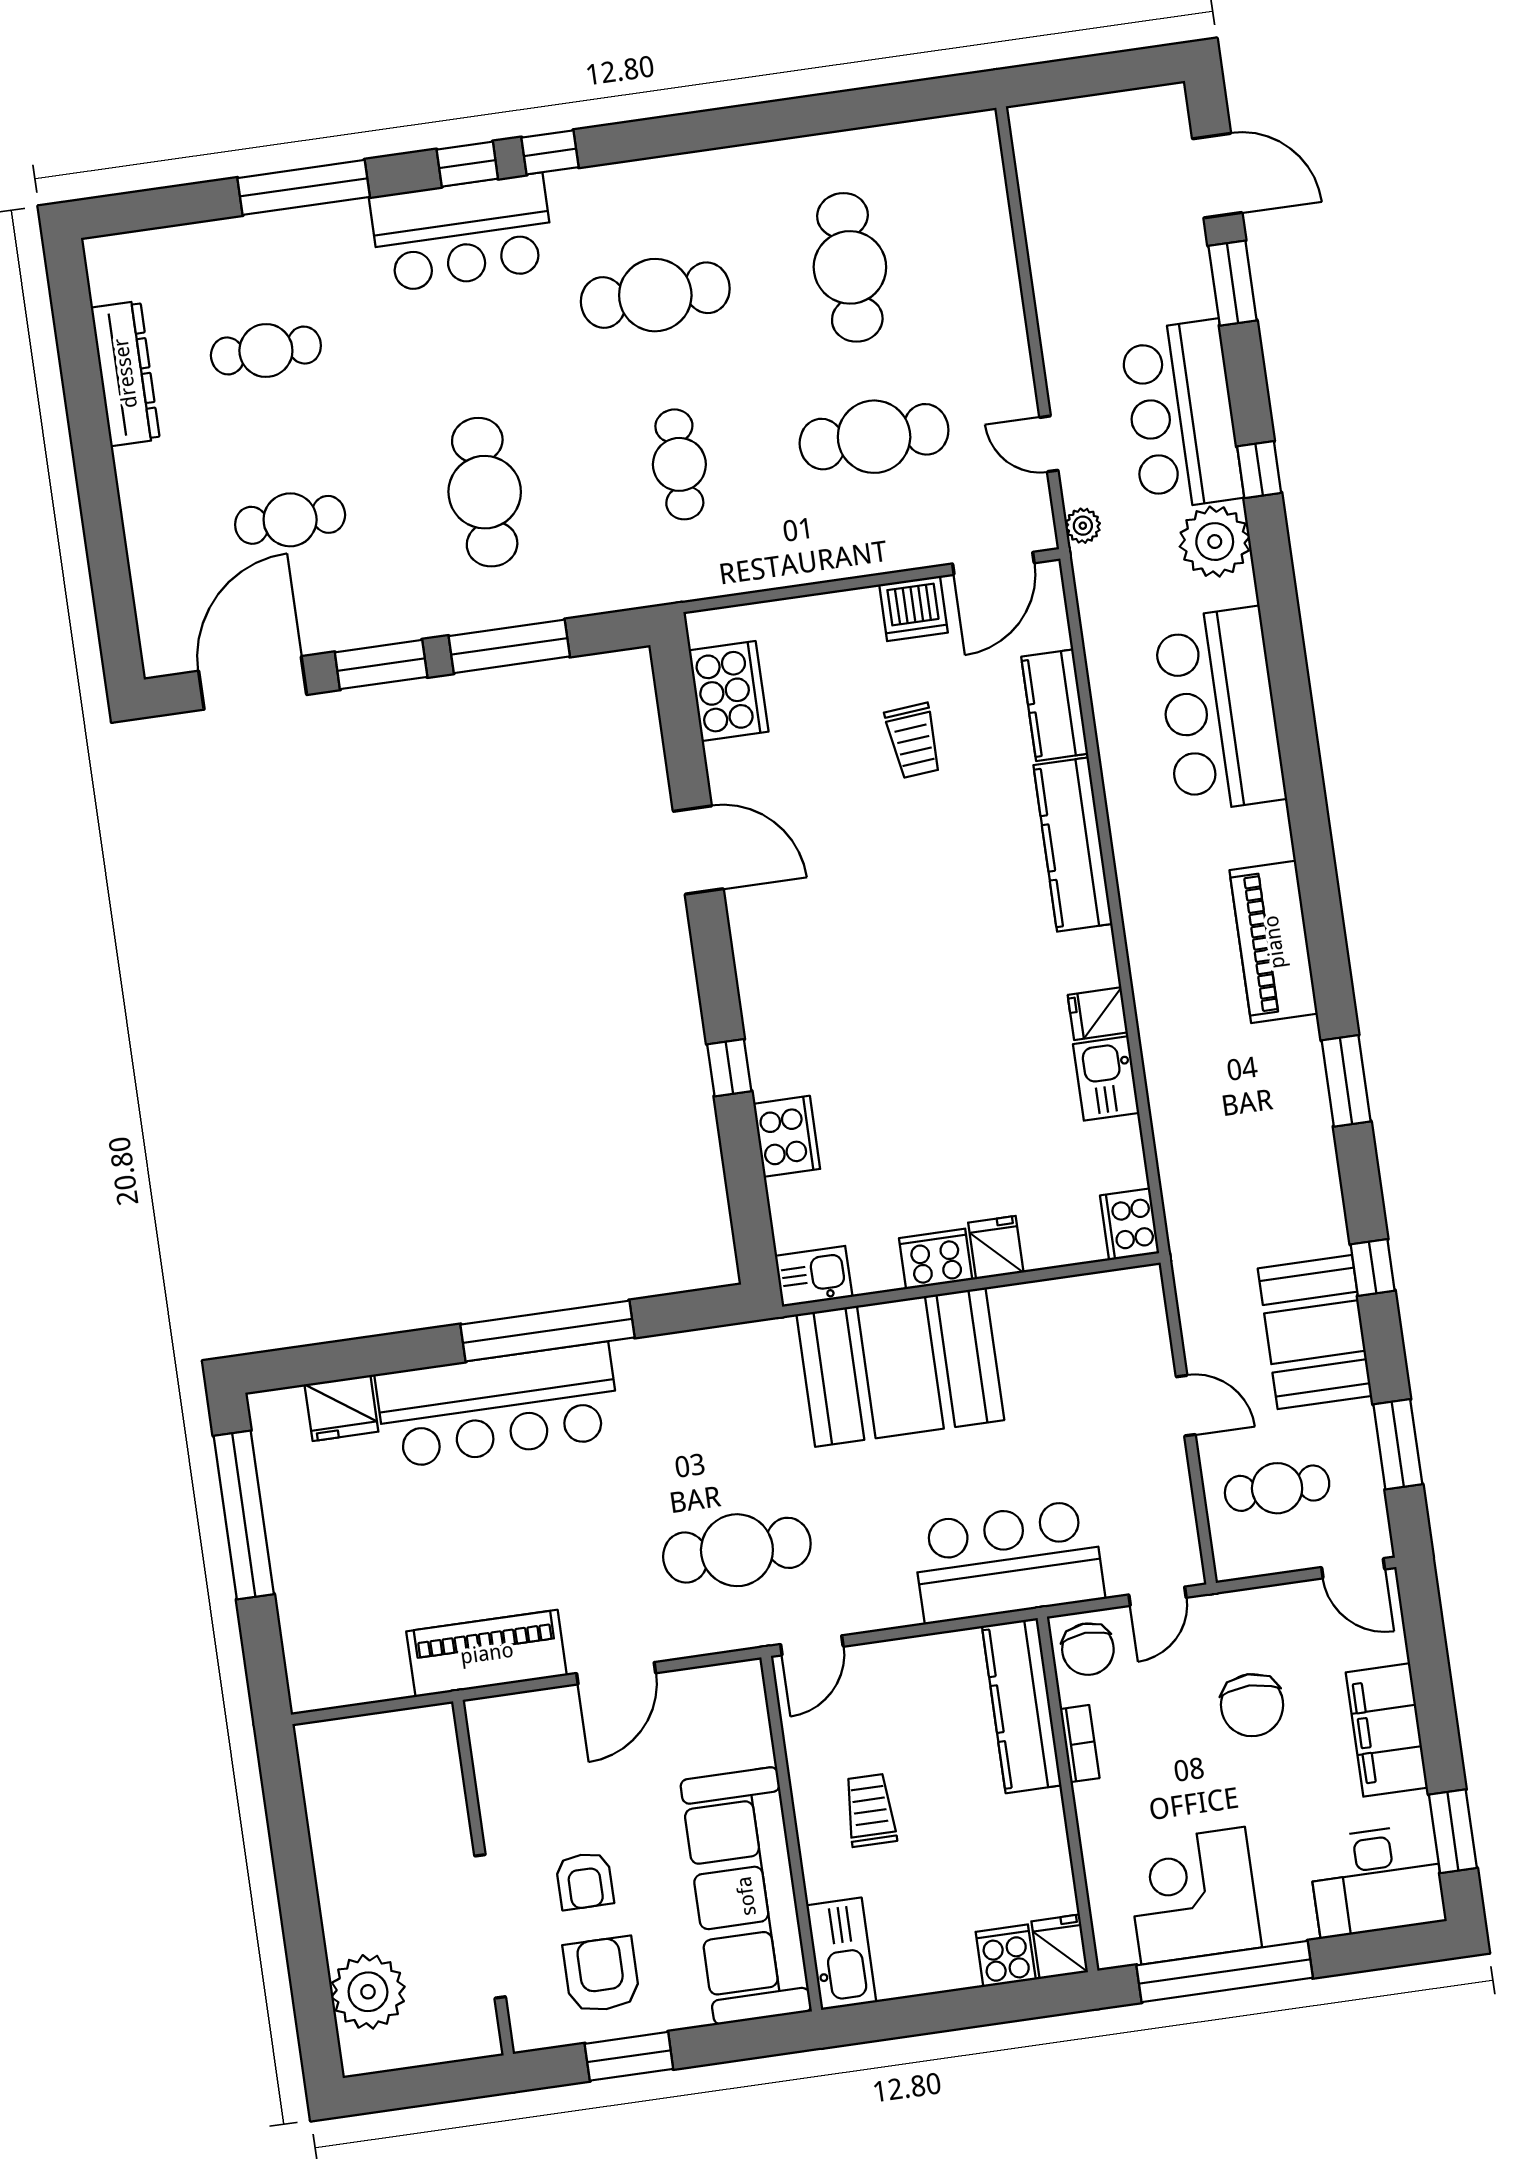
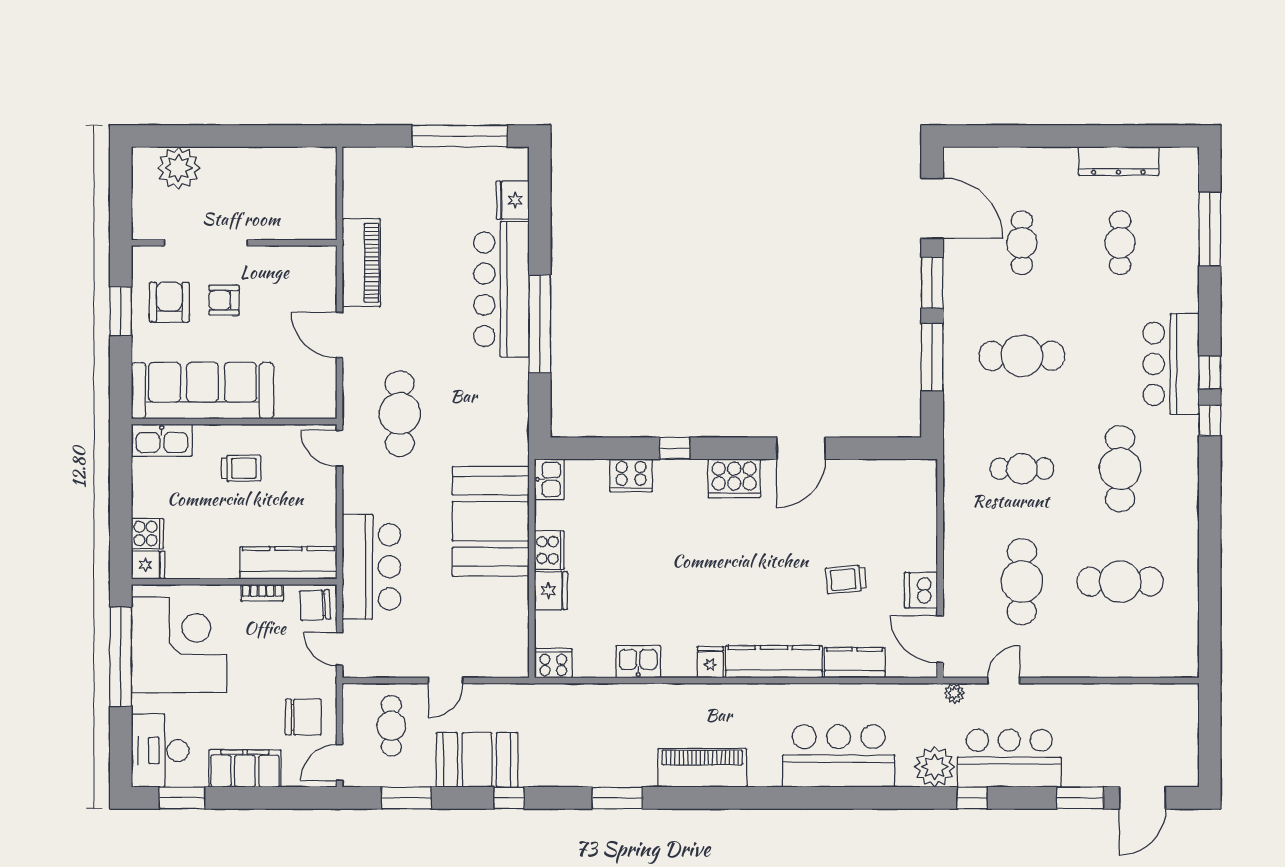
window: (304, 187) -> (1210, 229), moved
cooker: (729, 691) -> (734, 478), moved
fridge: (1098, 1014) -> (710, 662), moved
fridge: (996, 1248) -> (551, 591), width x1.38
chair: (1252, 1705) -> (303, 717), moved, turned 180
corner desk: (1193, 1896) -> (179, 645), width x1.36, depth x1.36
armchair: (601, 1975) -> (169, 302), turned -90

